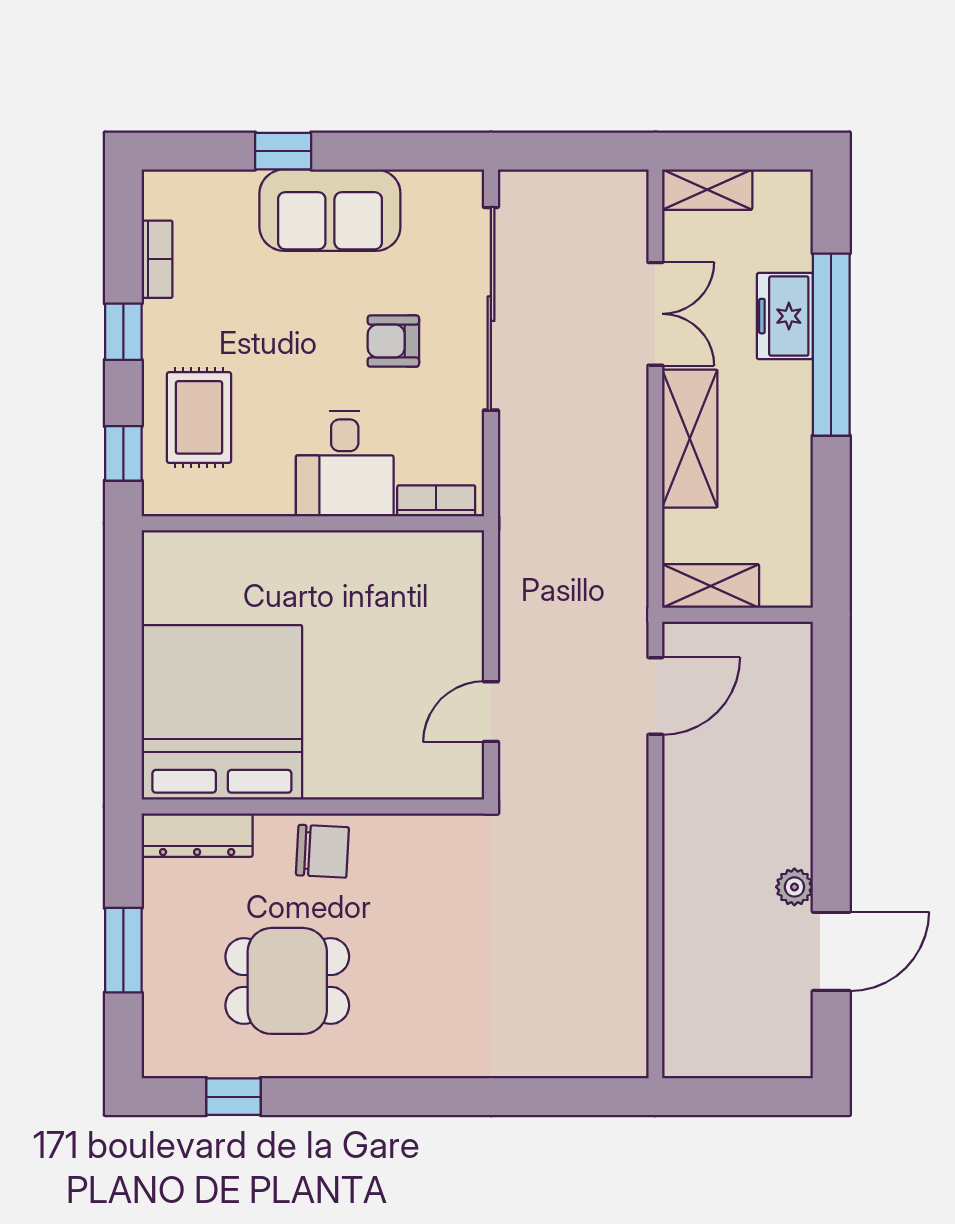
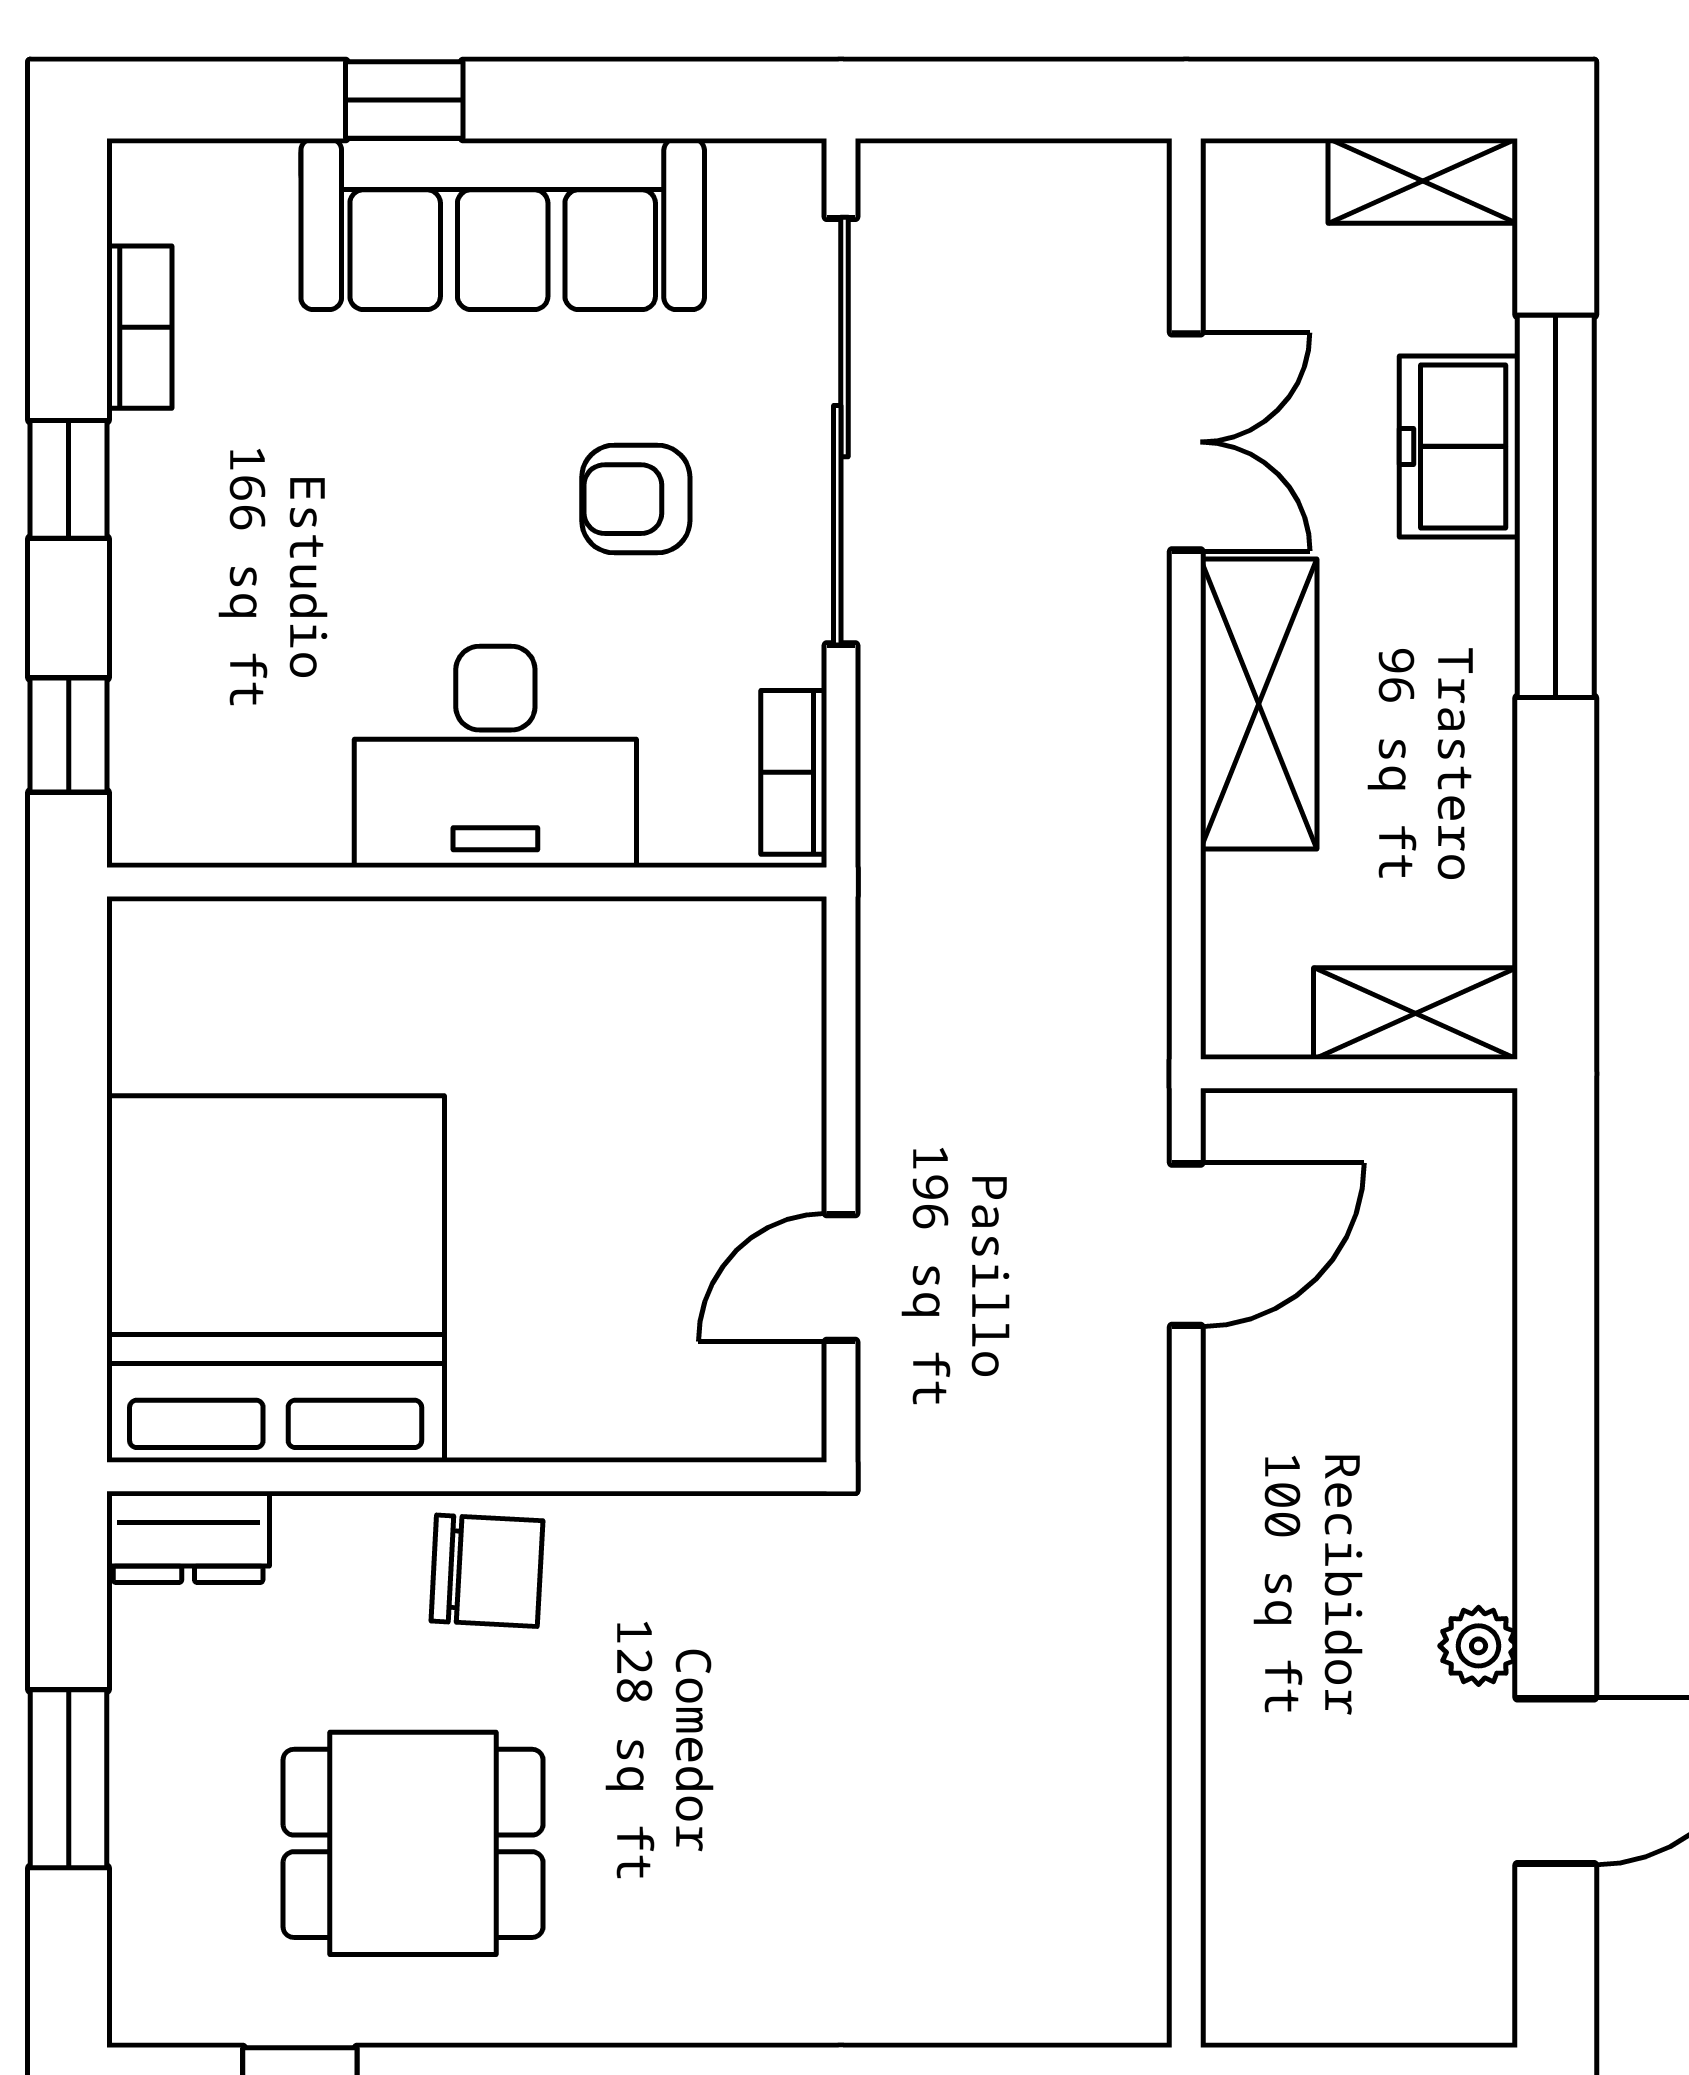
shelving: (707, 190) -> (1423, 181), moved
sofa: (330, 210) -> (503, 224), width x1.36
rug: (199, 417) -> (228, 660), removed
desk: (345, 464) -> (495, 757), width x1.37
bookcase: (436, 501) -> (794, 772), moved, turned -90
shelving: (711, 586) -> (1415, 1014), moved
dresser: (197, 835) -> (188, 1537), width x0.70

